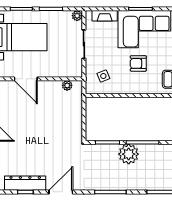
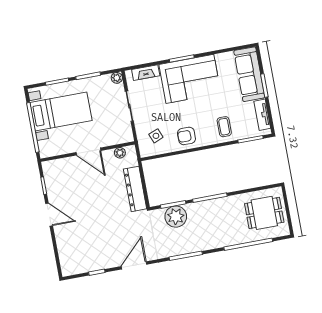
armchair: (138, 63) -> (186, 136), moved
door: (26, 79) -> (88, 151), moved
plant: (129, 154) -> (176, 217), moved
dresser: (25, 183) -> (135, 189), moved, turned -90

